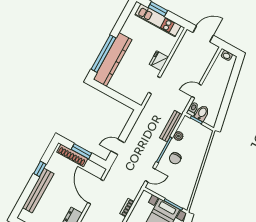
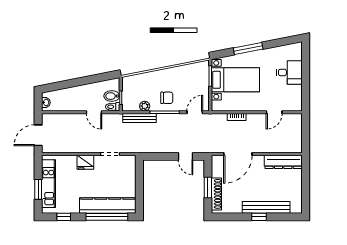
window: (123, 18) -> (64, 217), added
door: (203, 34) -> (38, 135), hinge flipped
window: (40, 169) -> (259, 217), moved
door: (150, 175) -> (195, 112), hinge flipped

